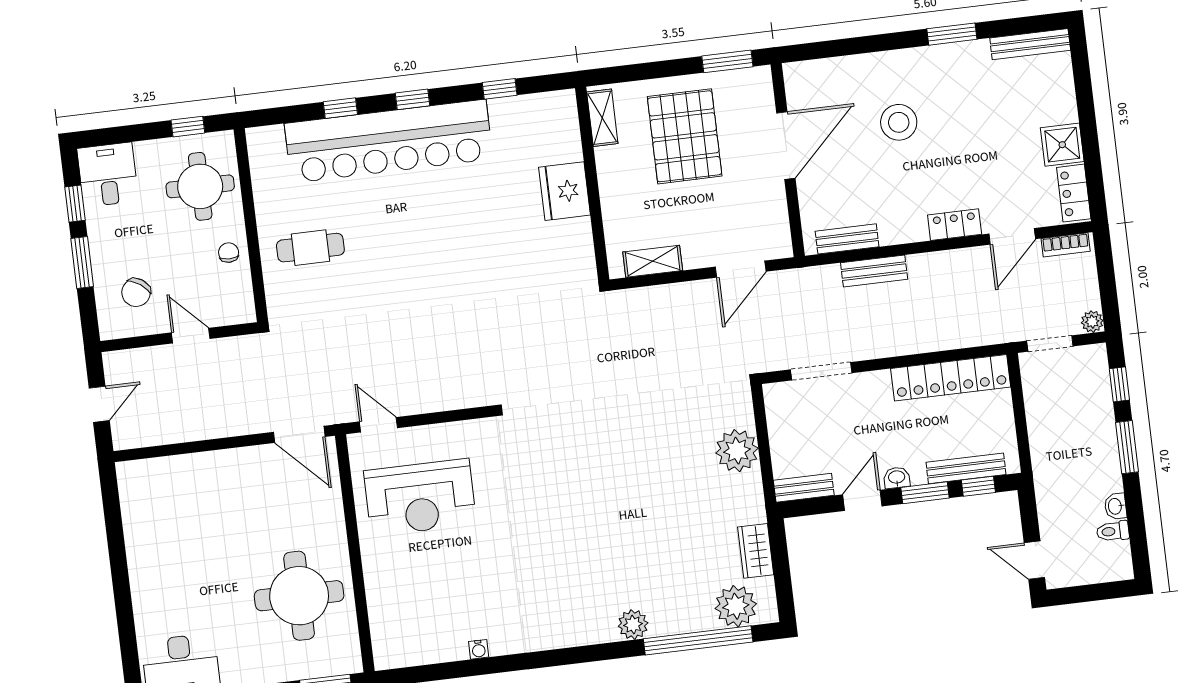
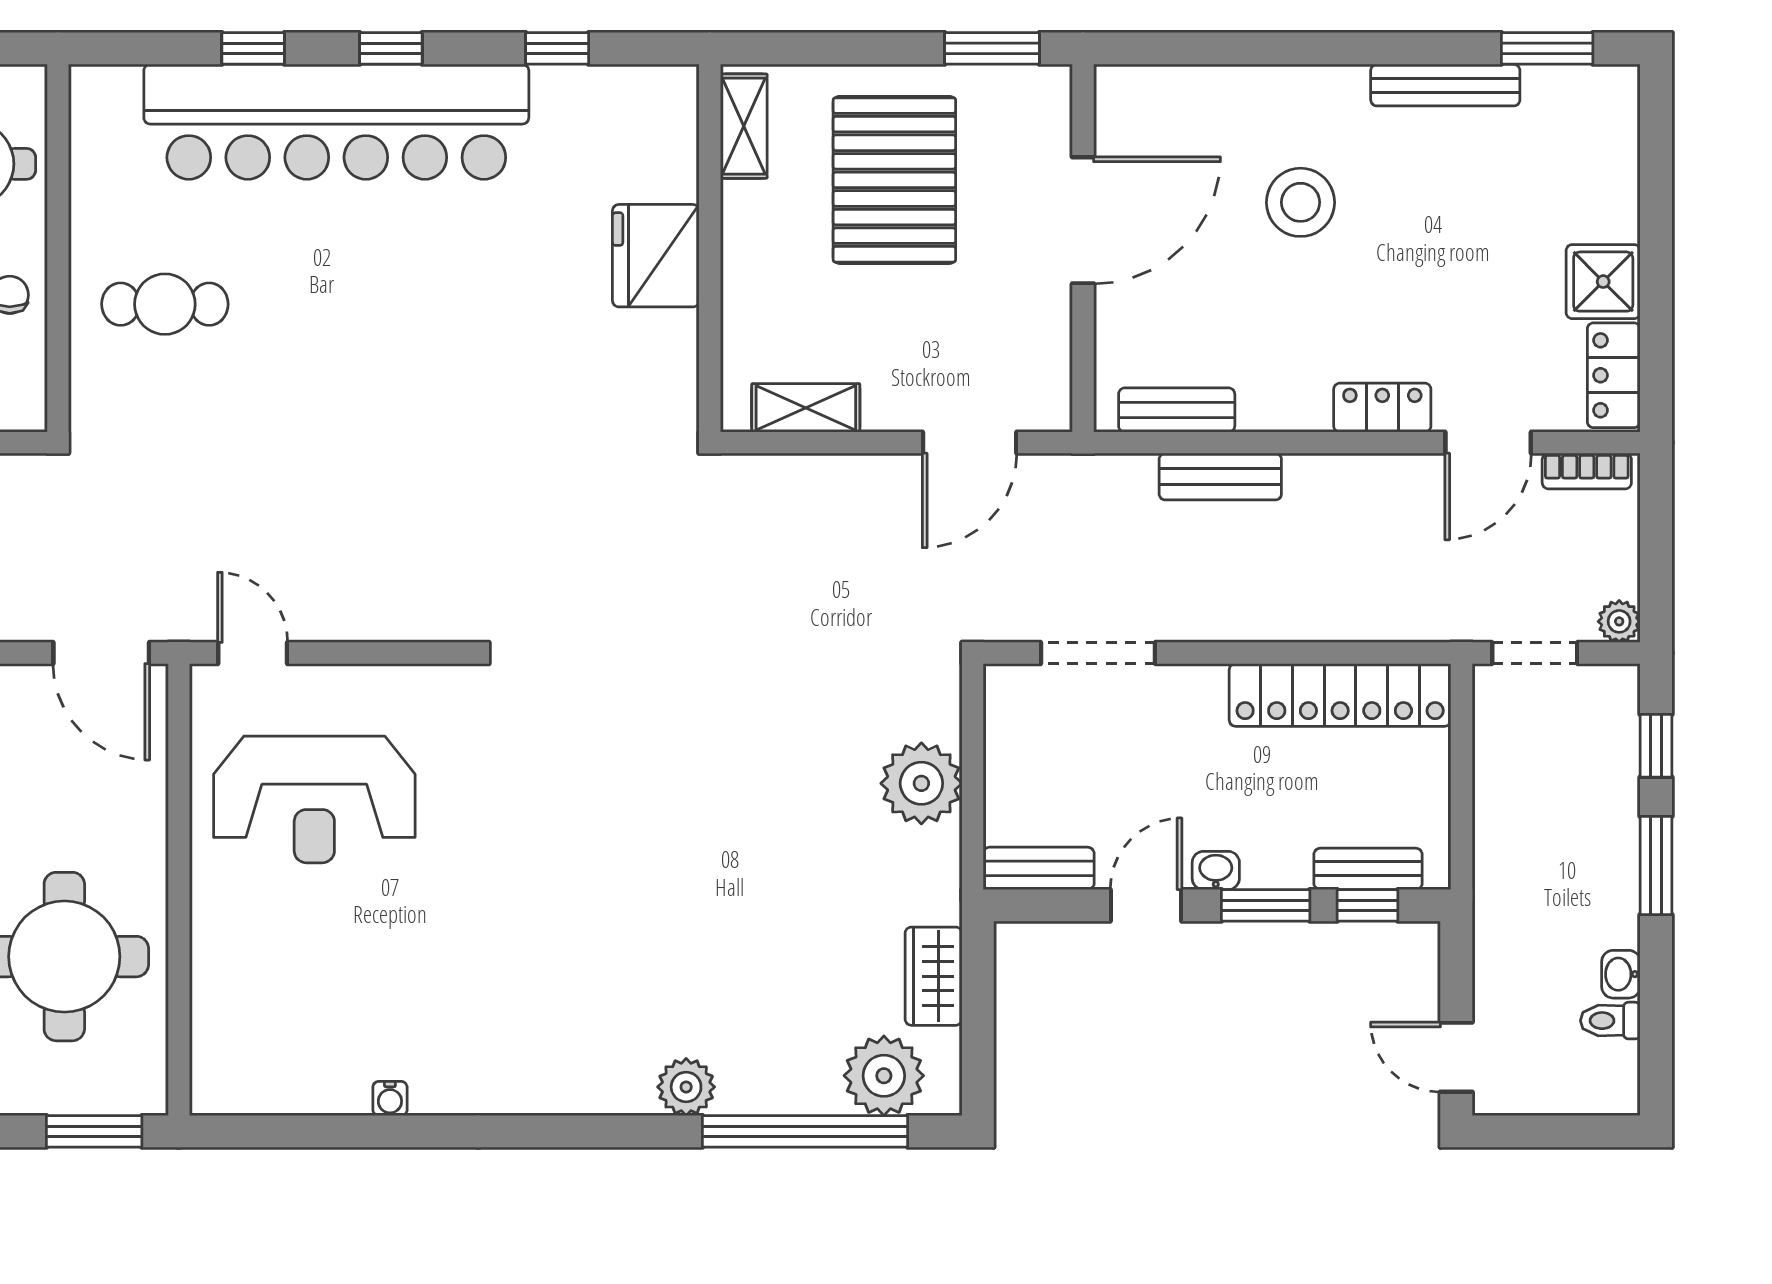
window: (952, 34) -> (1547, 48), moved
bench: (1030, 44) -> (1445, 85), moved
bench: (966, 468) -> (1368, 869), width x0.73

